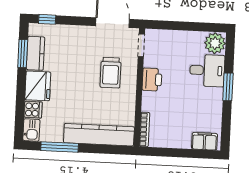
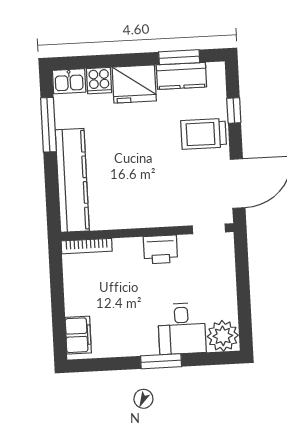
window: (47, 19) -> (234, 110), moved
trolley: (111, 73) -> (204, 134), moved

